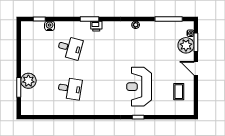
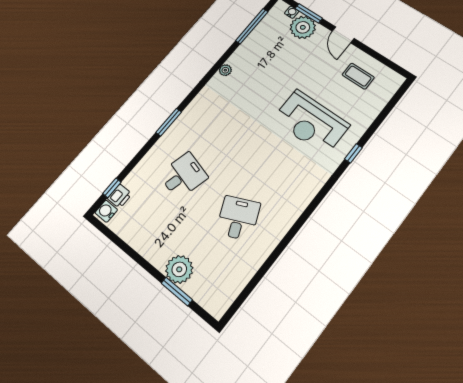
water cooler: (50, 26) -> (106, 211), moved
printer: (96, 26) -> (120, 196), moved
door: (196, 68) -> (343, 35), hinge flipped
desk: (70, 89) -> (238, 218), turned -33

